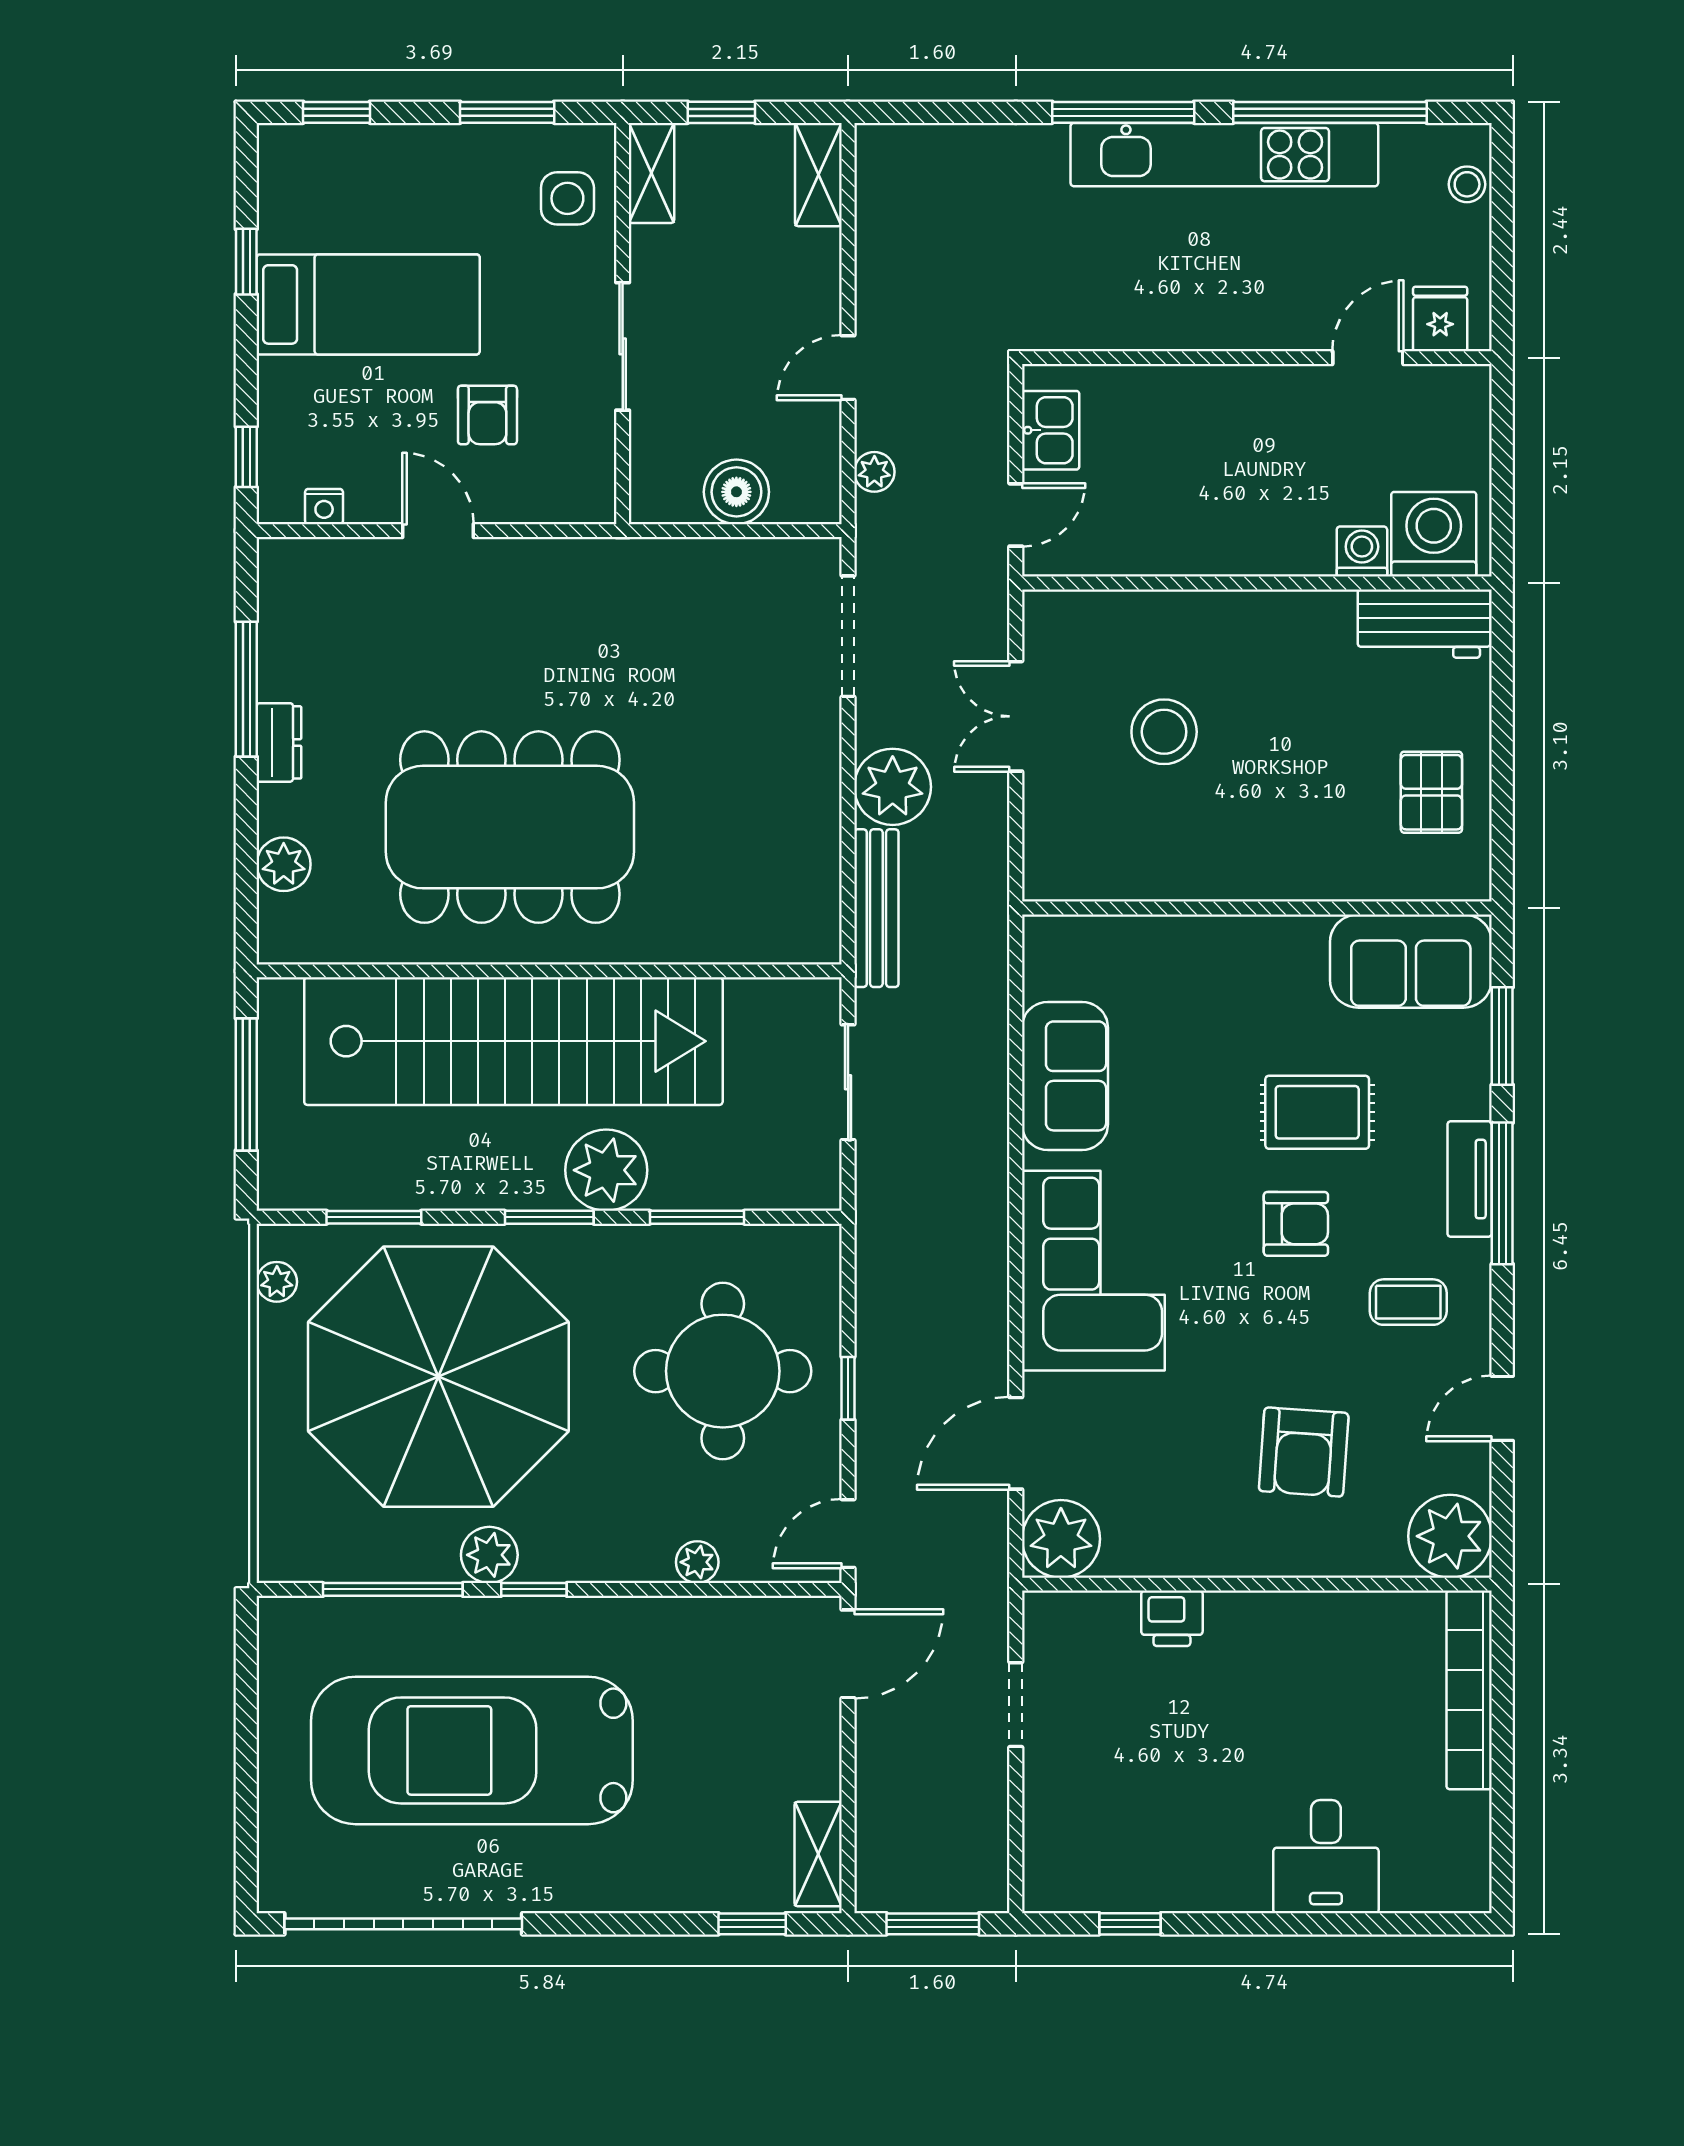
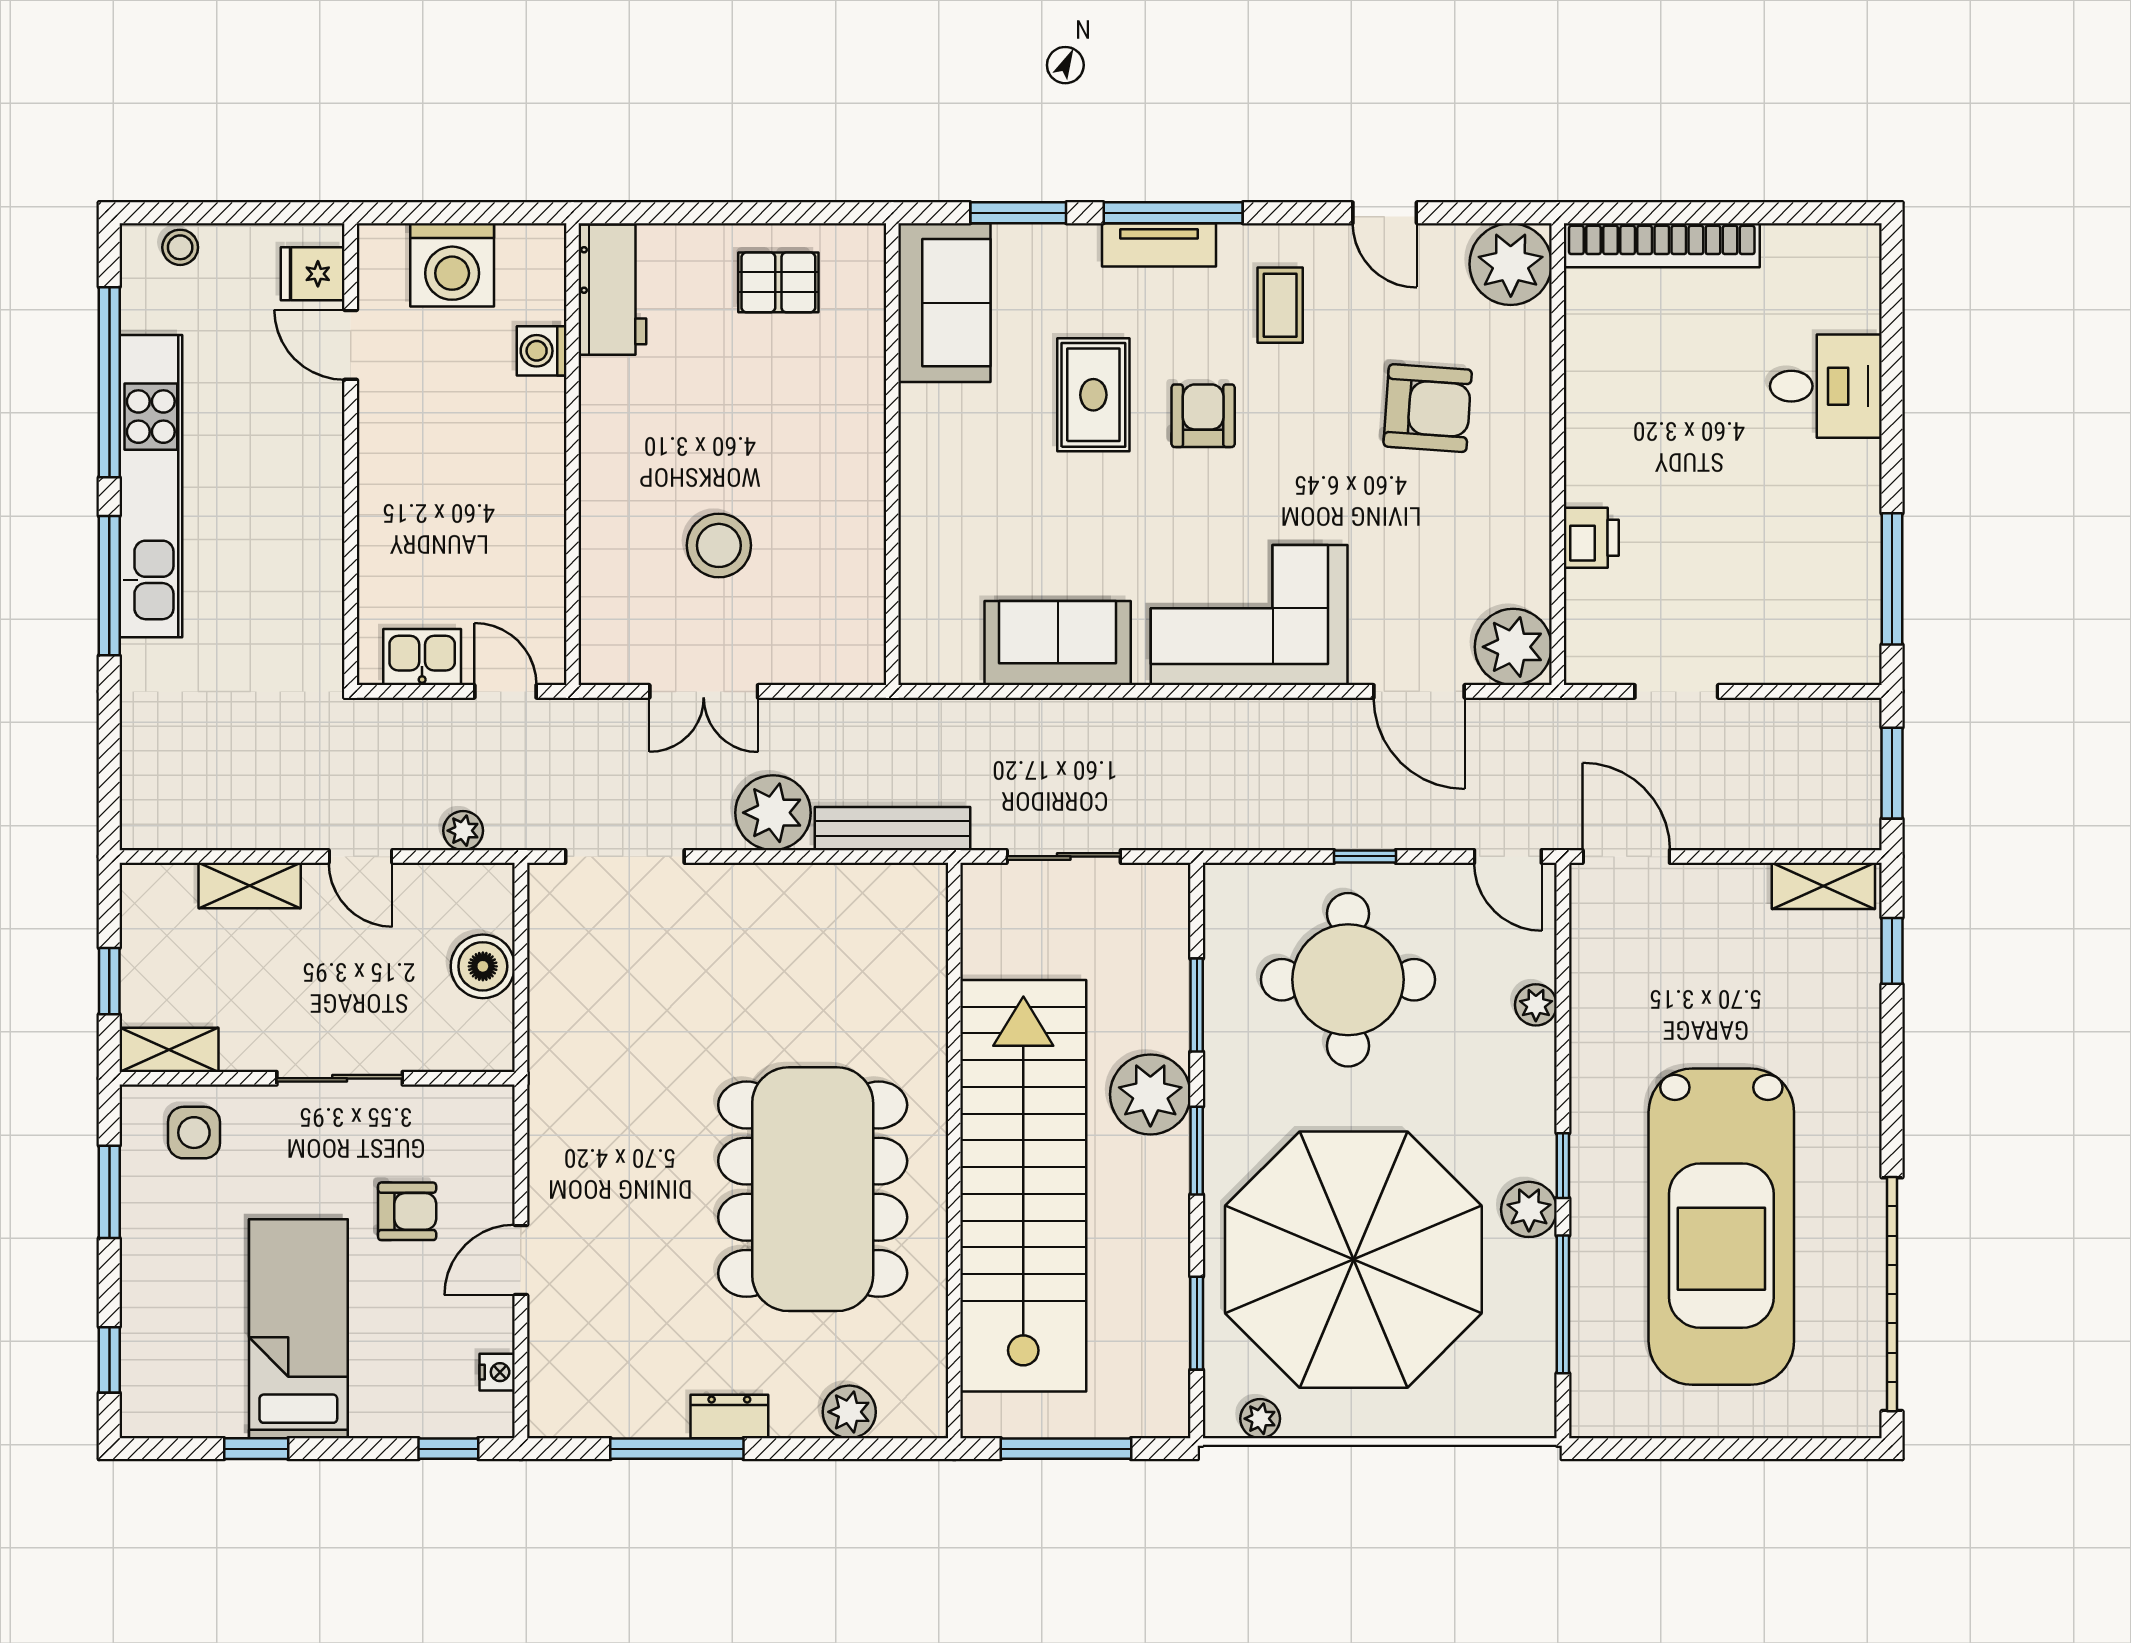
shelving: (818, 175) -> (250, 886), moved
washing machine: (1434, 534) -> (452, 265), moved, turned -90
window: (1130, 1924) -> (1892, 579), width x2.17

